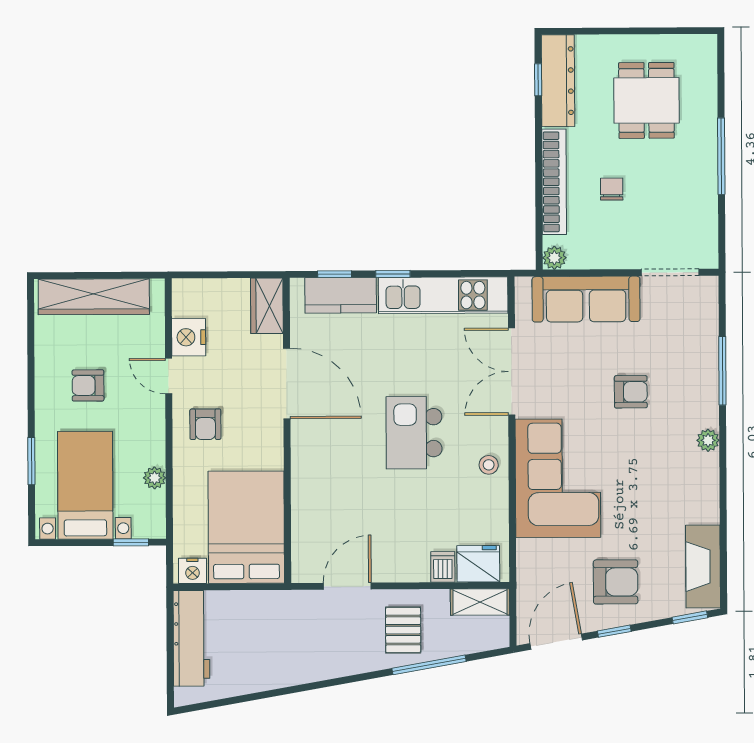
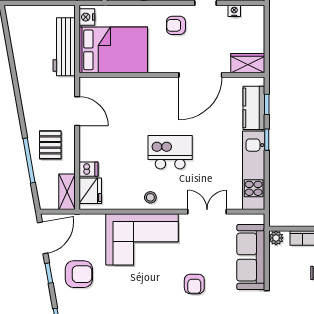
nightstand: (189, 337) -> (234, 11), width x0.53, depth x0.56
double door: (512, 371) -> (207, 212), width x0.73
armchair: (616, 582) -> (79, 274), turned -90
pallet: (403, 630) -> (50, 145), turned 90
workbench: (191, 638) -> (64, 47), moved, turned 90
door: (556, 642) -> (43, 238), hinge flipped

